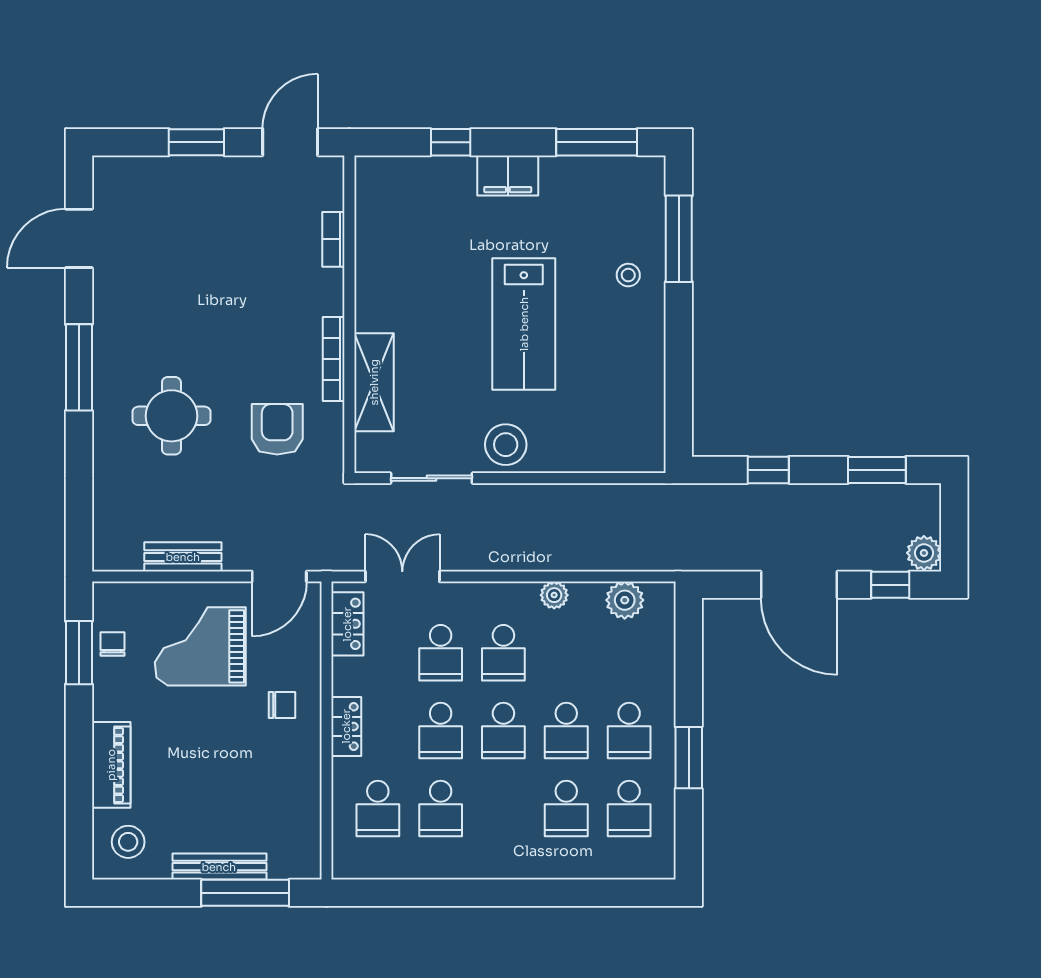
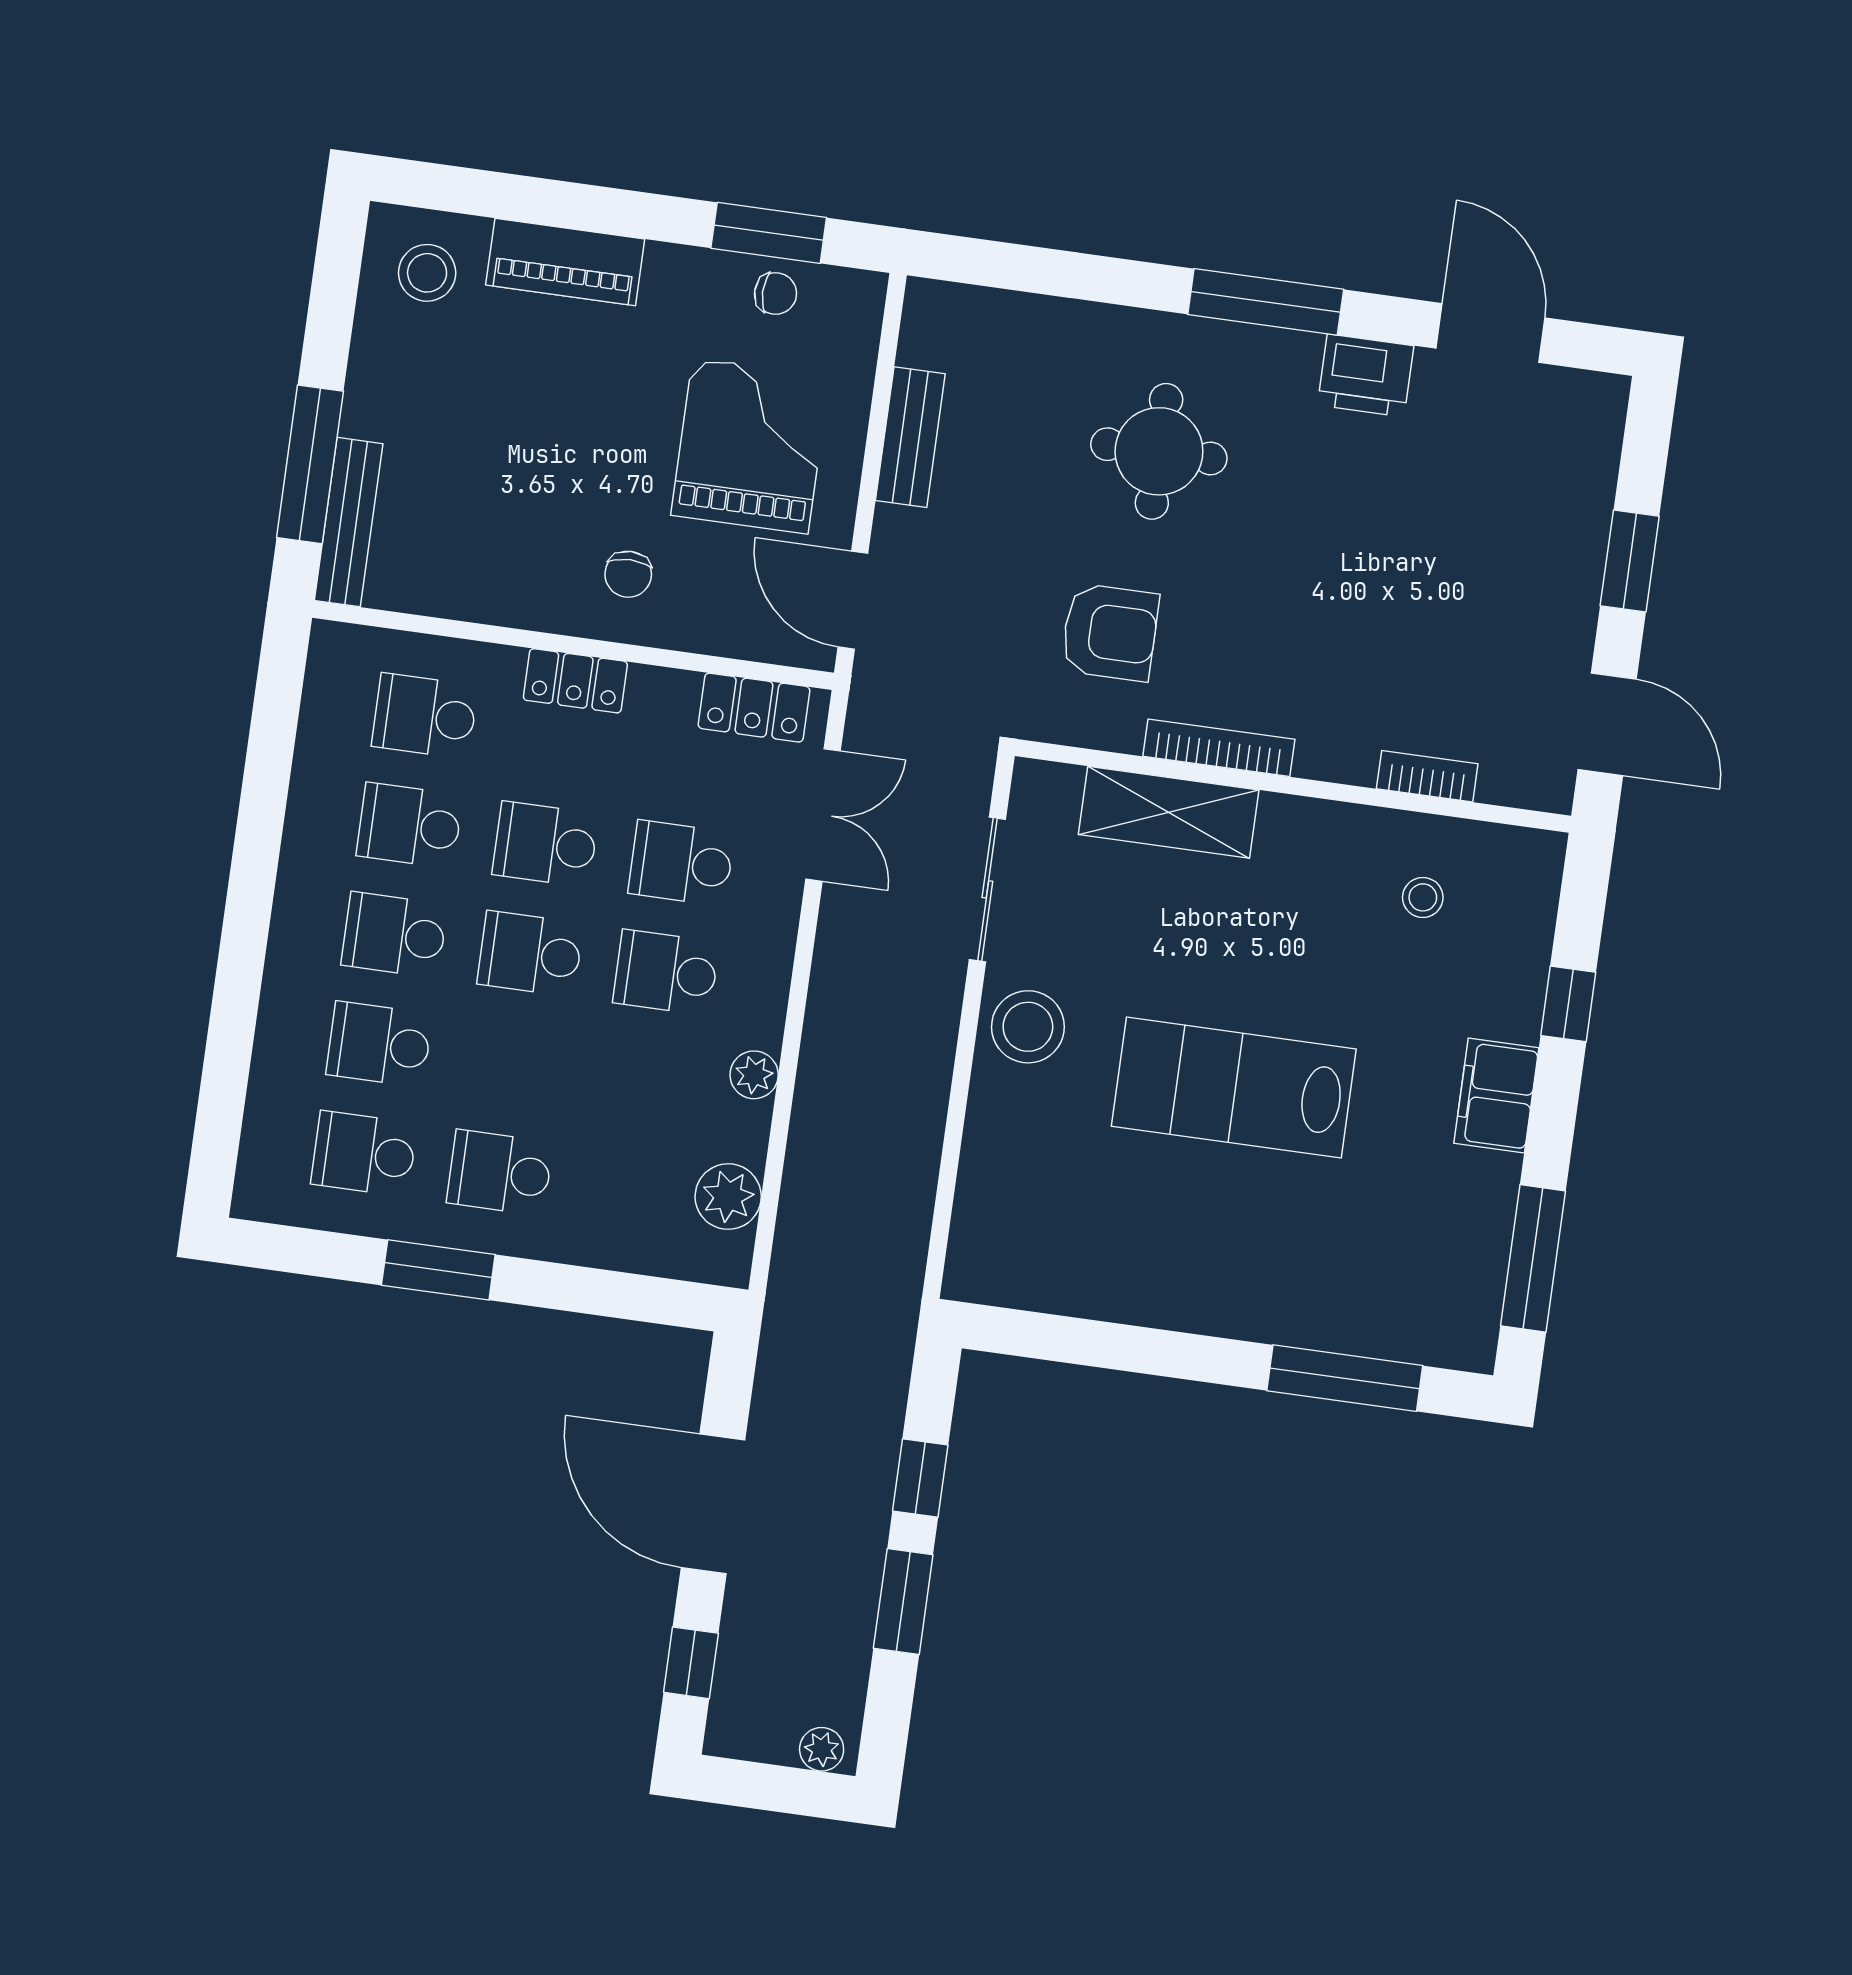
stool: (628, 275) -> (1423, 897), moved
printer: (113, 305) -> (1366, 375), added
window: (877, 470) -> (903, 1602), moved
plant: (924, 553) -> (822, 1749), moved, width x0.73, depth x0.73
door: (799, 585) -> (713, 1504), hinge flipped
school desk: (566, 731) -> (394, 935), moved
bench: (219, 867) -> (349, 522), moved

